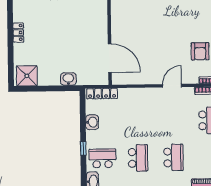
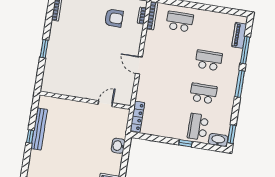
door: (110, 58) -> (105, 104), width x0.53
door: (172, 86) -> (139, 65), moved
washbasin: (92, 122) -> (162, 131), removed

